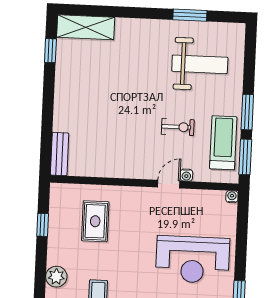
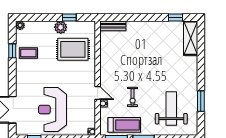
weight bench: (200, 64) -> (171, 109), turned 180
rug: (95, 221) -> (73, 49), width x1.36, depth x1.43
plant: (56, 277) -> (61, 27), moved

